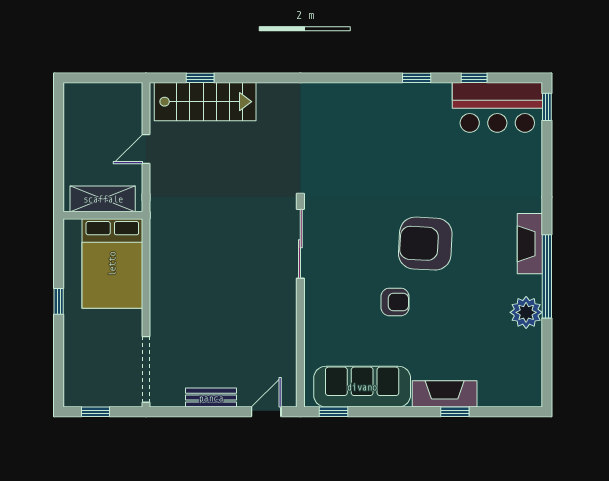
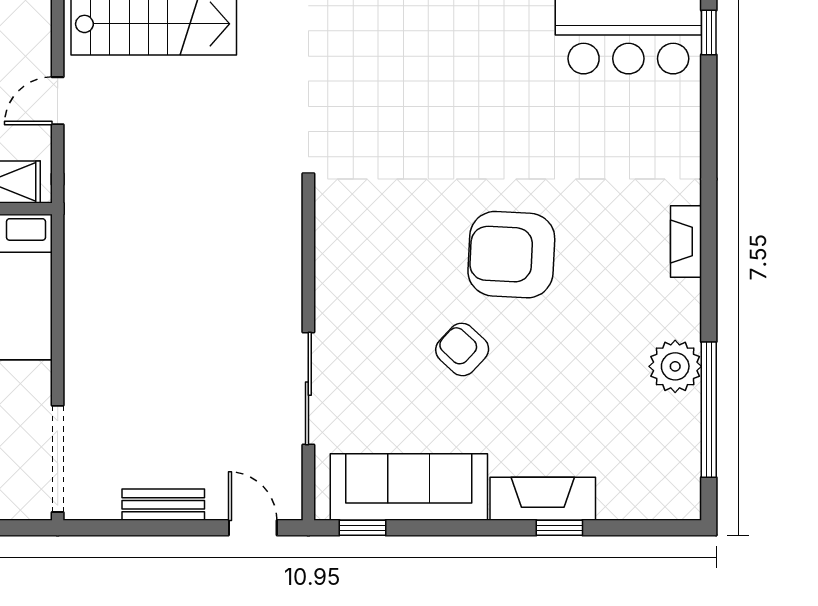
sliding door: (300, 244) -> (308, 389), moved
fireplace: (530, 244) -> (686, 241), width x0.73, depth x0.76
window: (547, 276) -> (709, 410), moved
armchair: (395, 302) -> (462, 349), turned -137
door: (266, 412) -> (253, 528), hinge flipped

